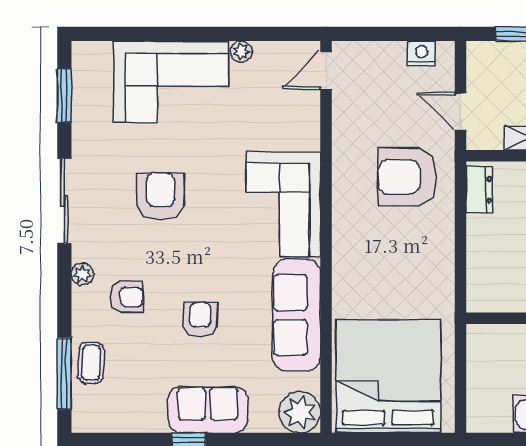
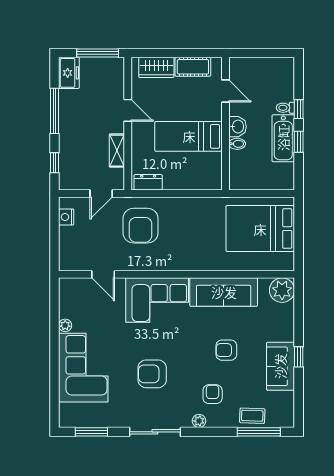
door: (326, 70) -> (103, 274), moved
bed: (388, 376) -> (260, 229), width x0.73
sofa: (208, 410) -> (280, 366), moved

